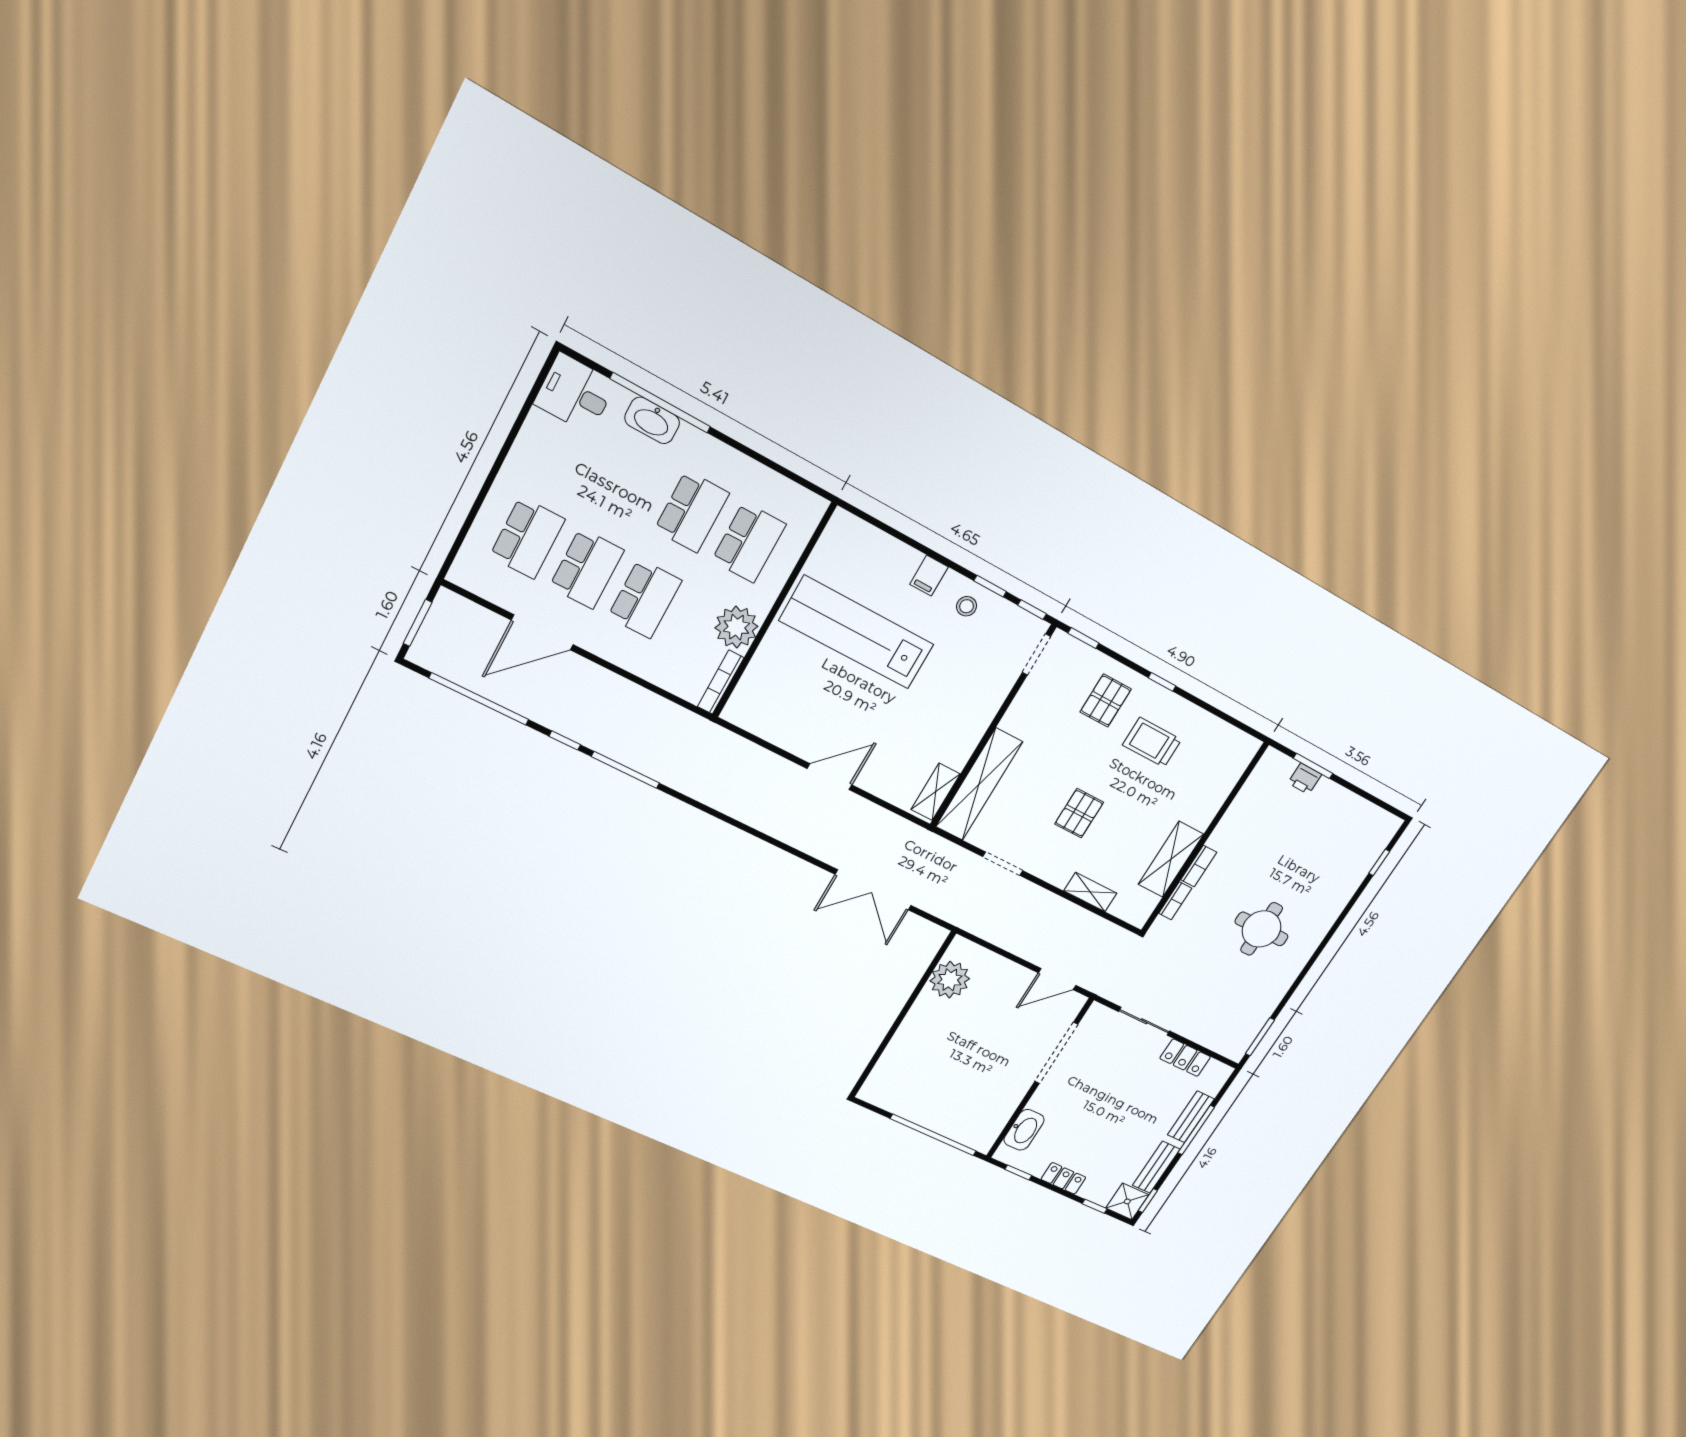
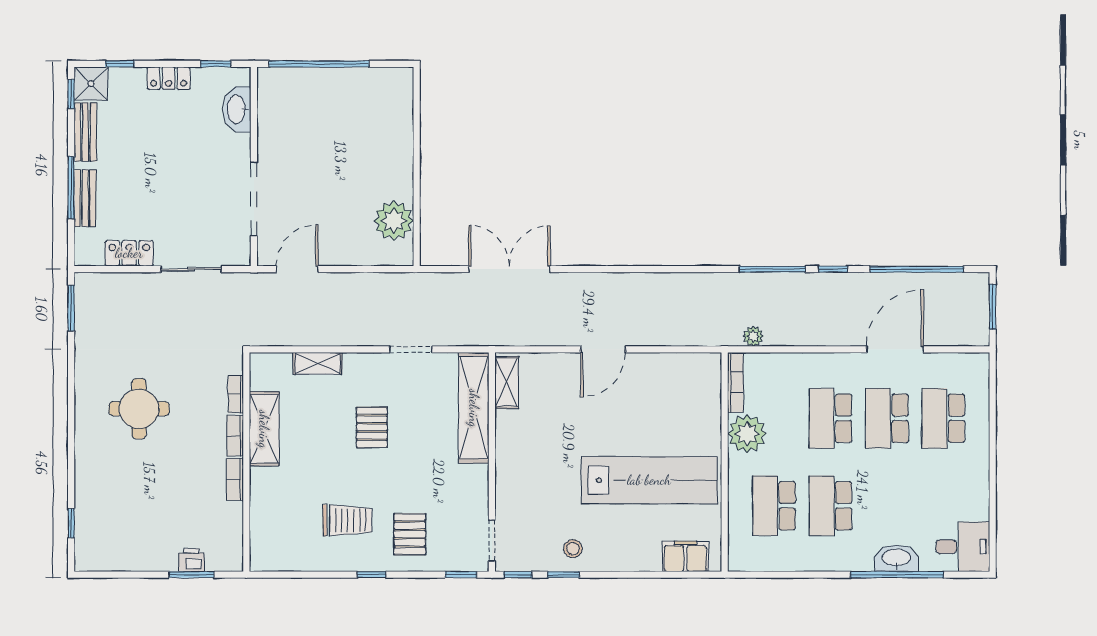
filing cabinet: (929, 576) -> (685, 556), moved, width x2.00
plant: (679, 717) -> (753, 336), added
bookcase: (1223, 829) -> (235, 479), added

